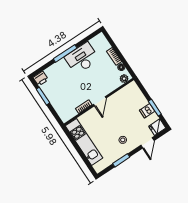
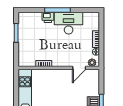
printer: (41, 79) -> (48, 17), moved
door: (100, 101) -> (79, 68), moved

